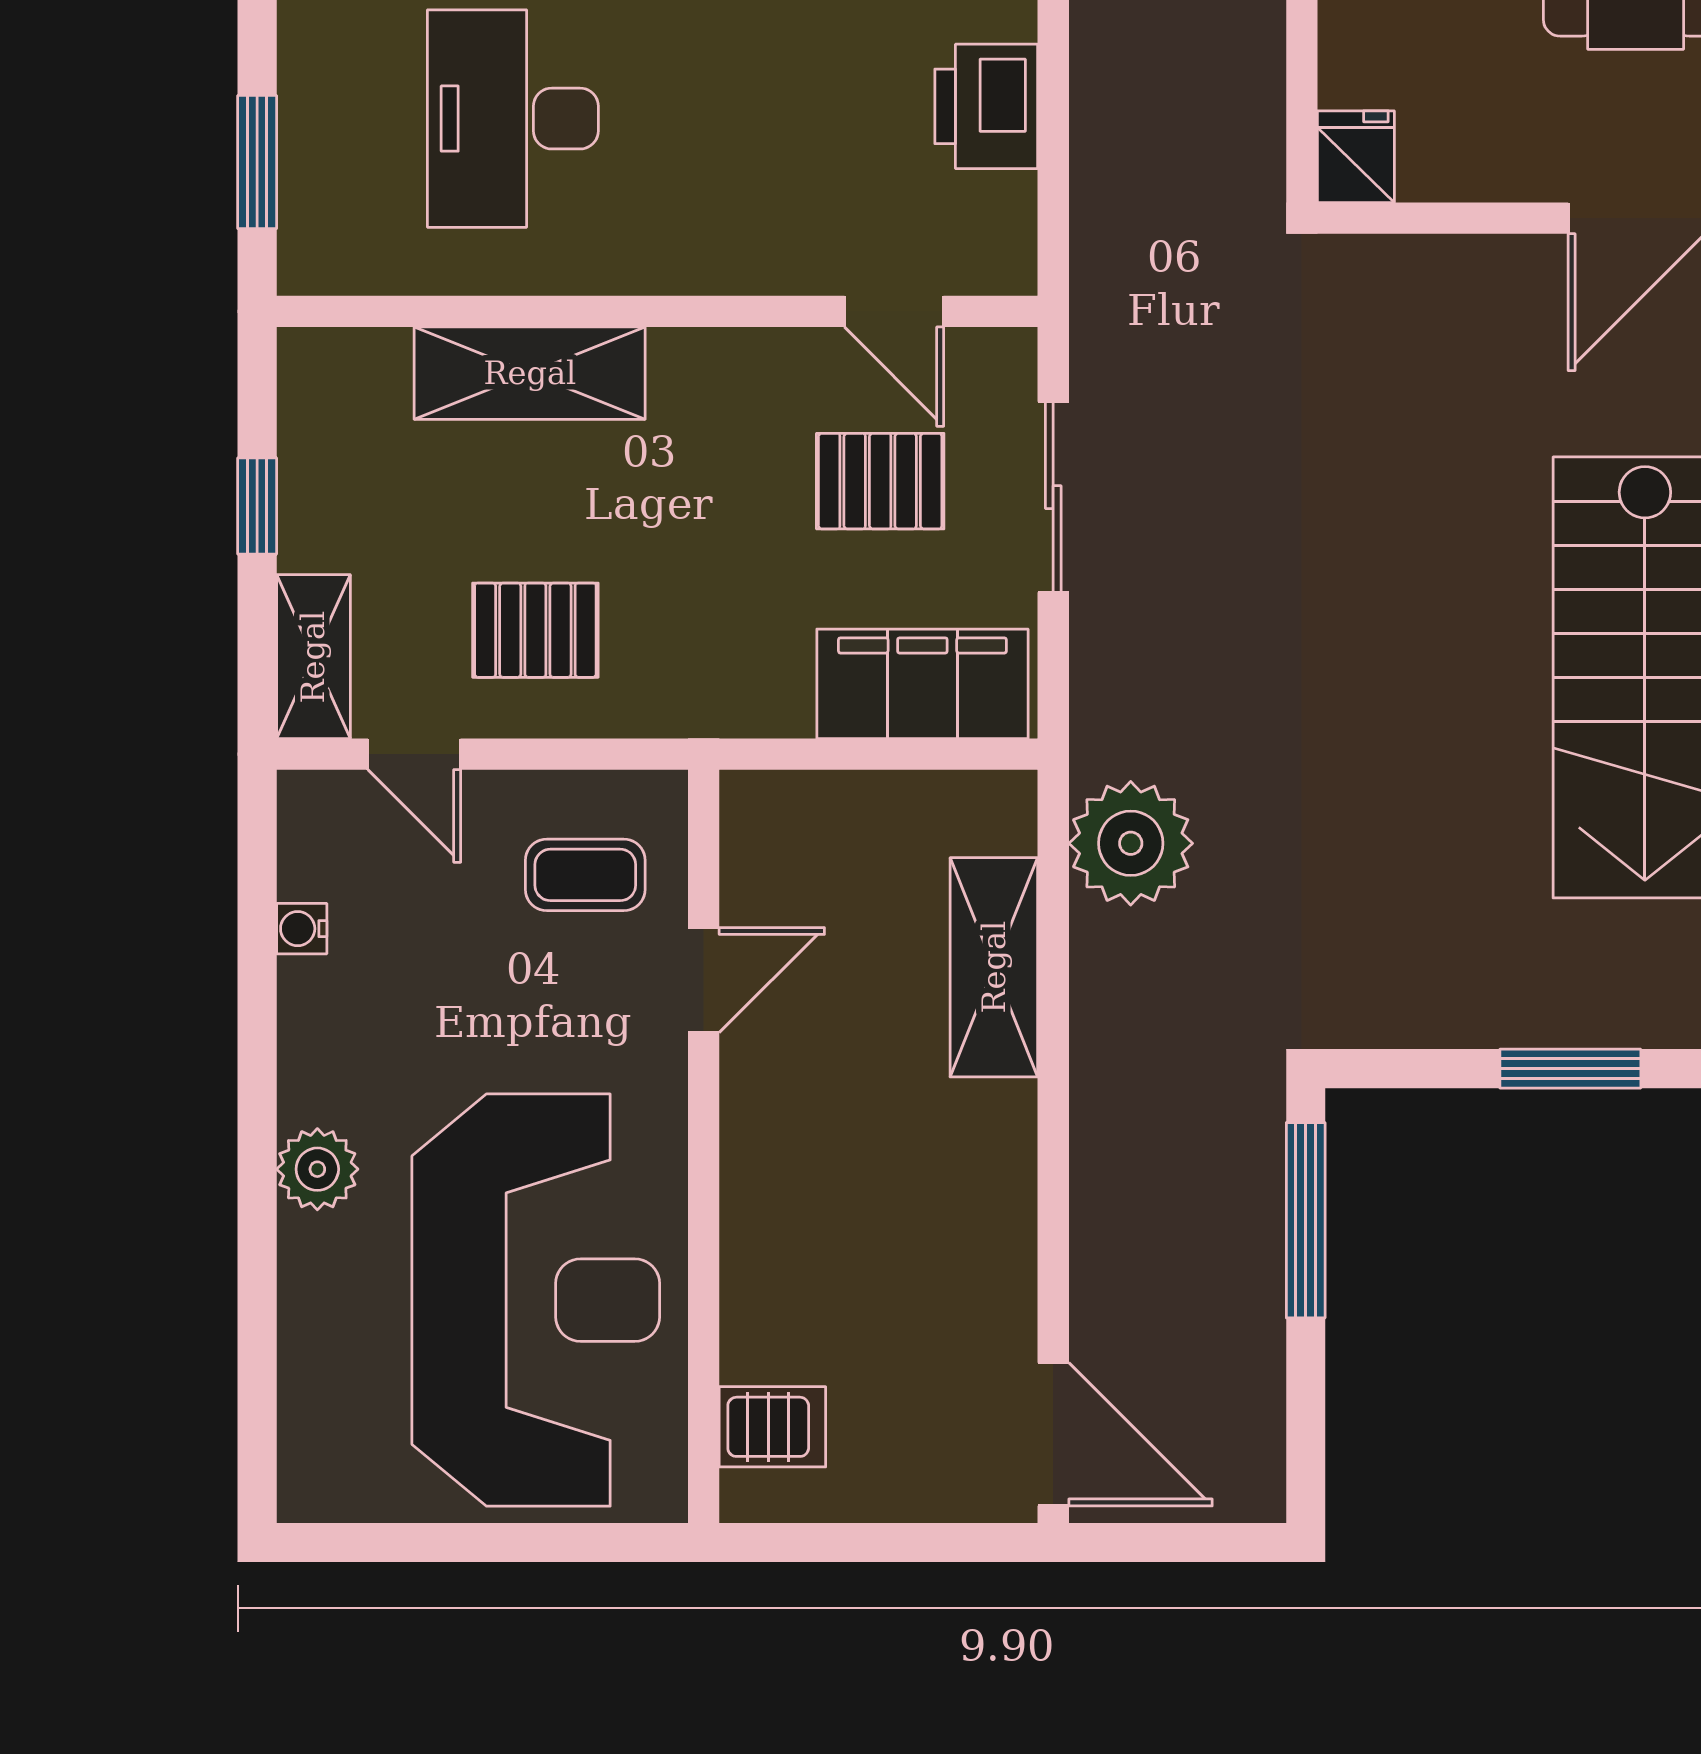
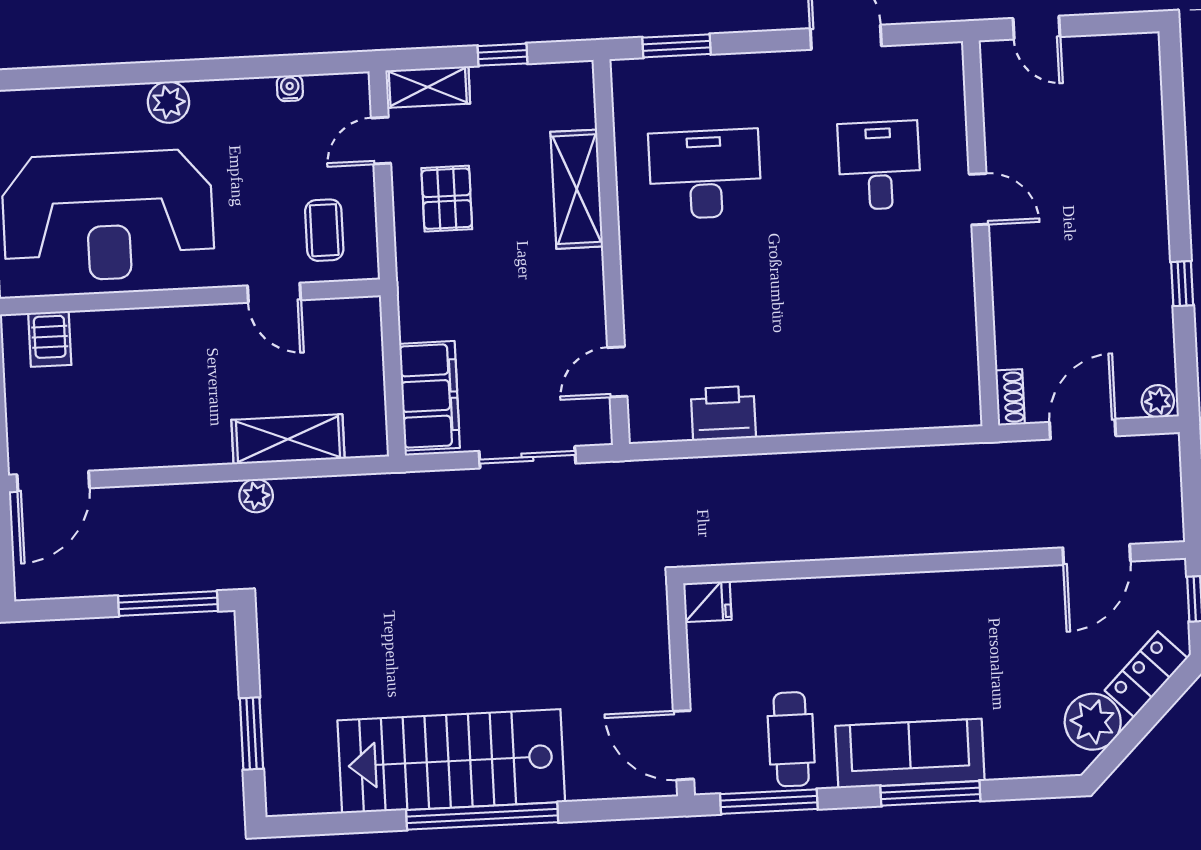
pallet: (880, 481) -> (531, 369), removed
plant: (1131, 843) -> (256, 496), moved, width x0.53, depth x0.53

